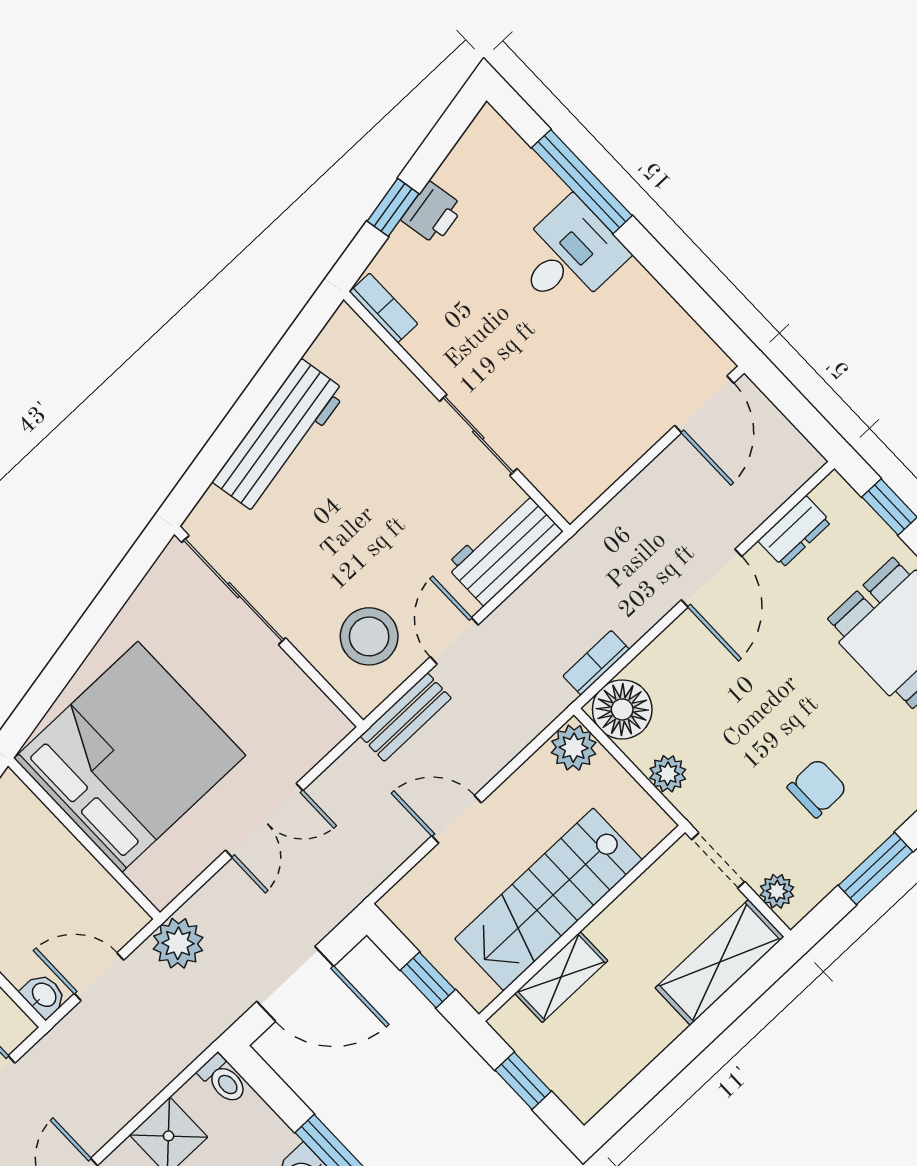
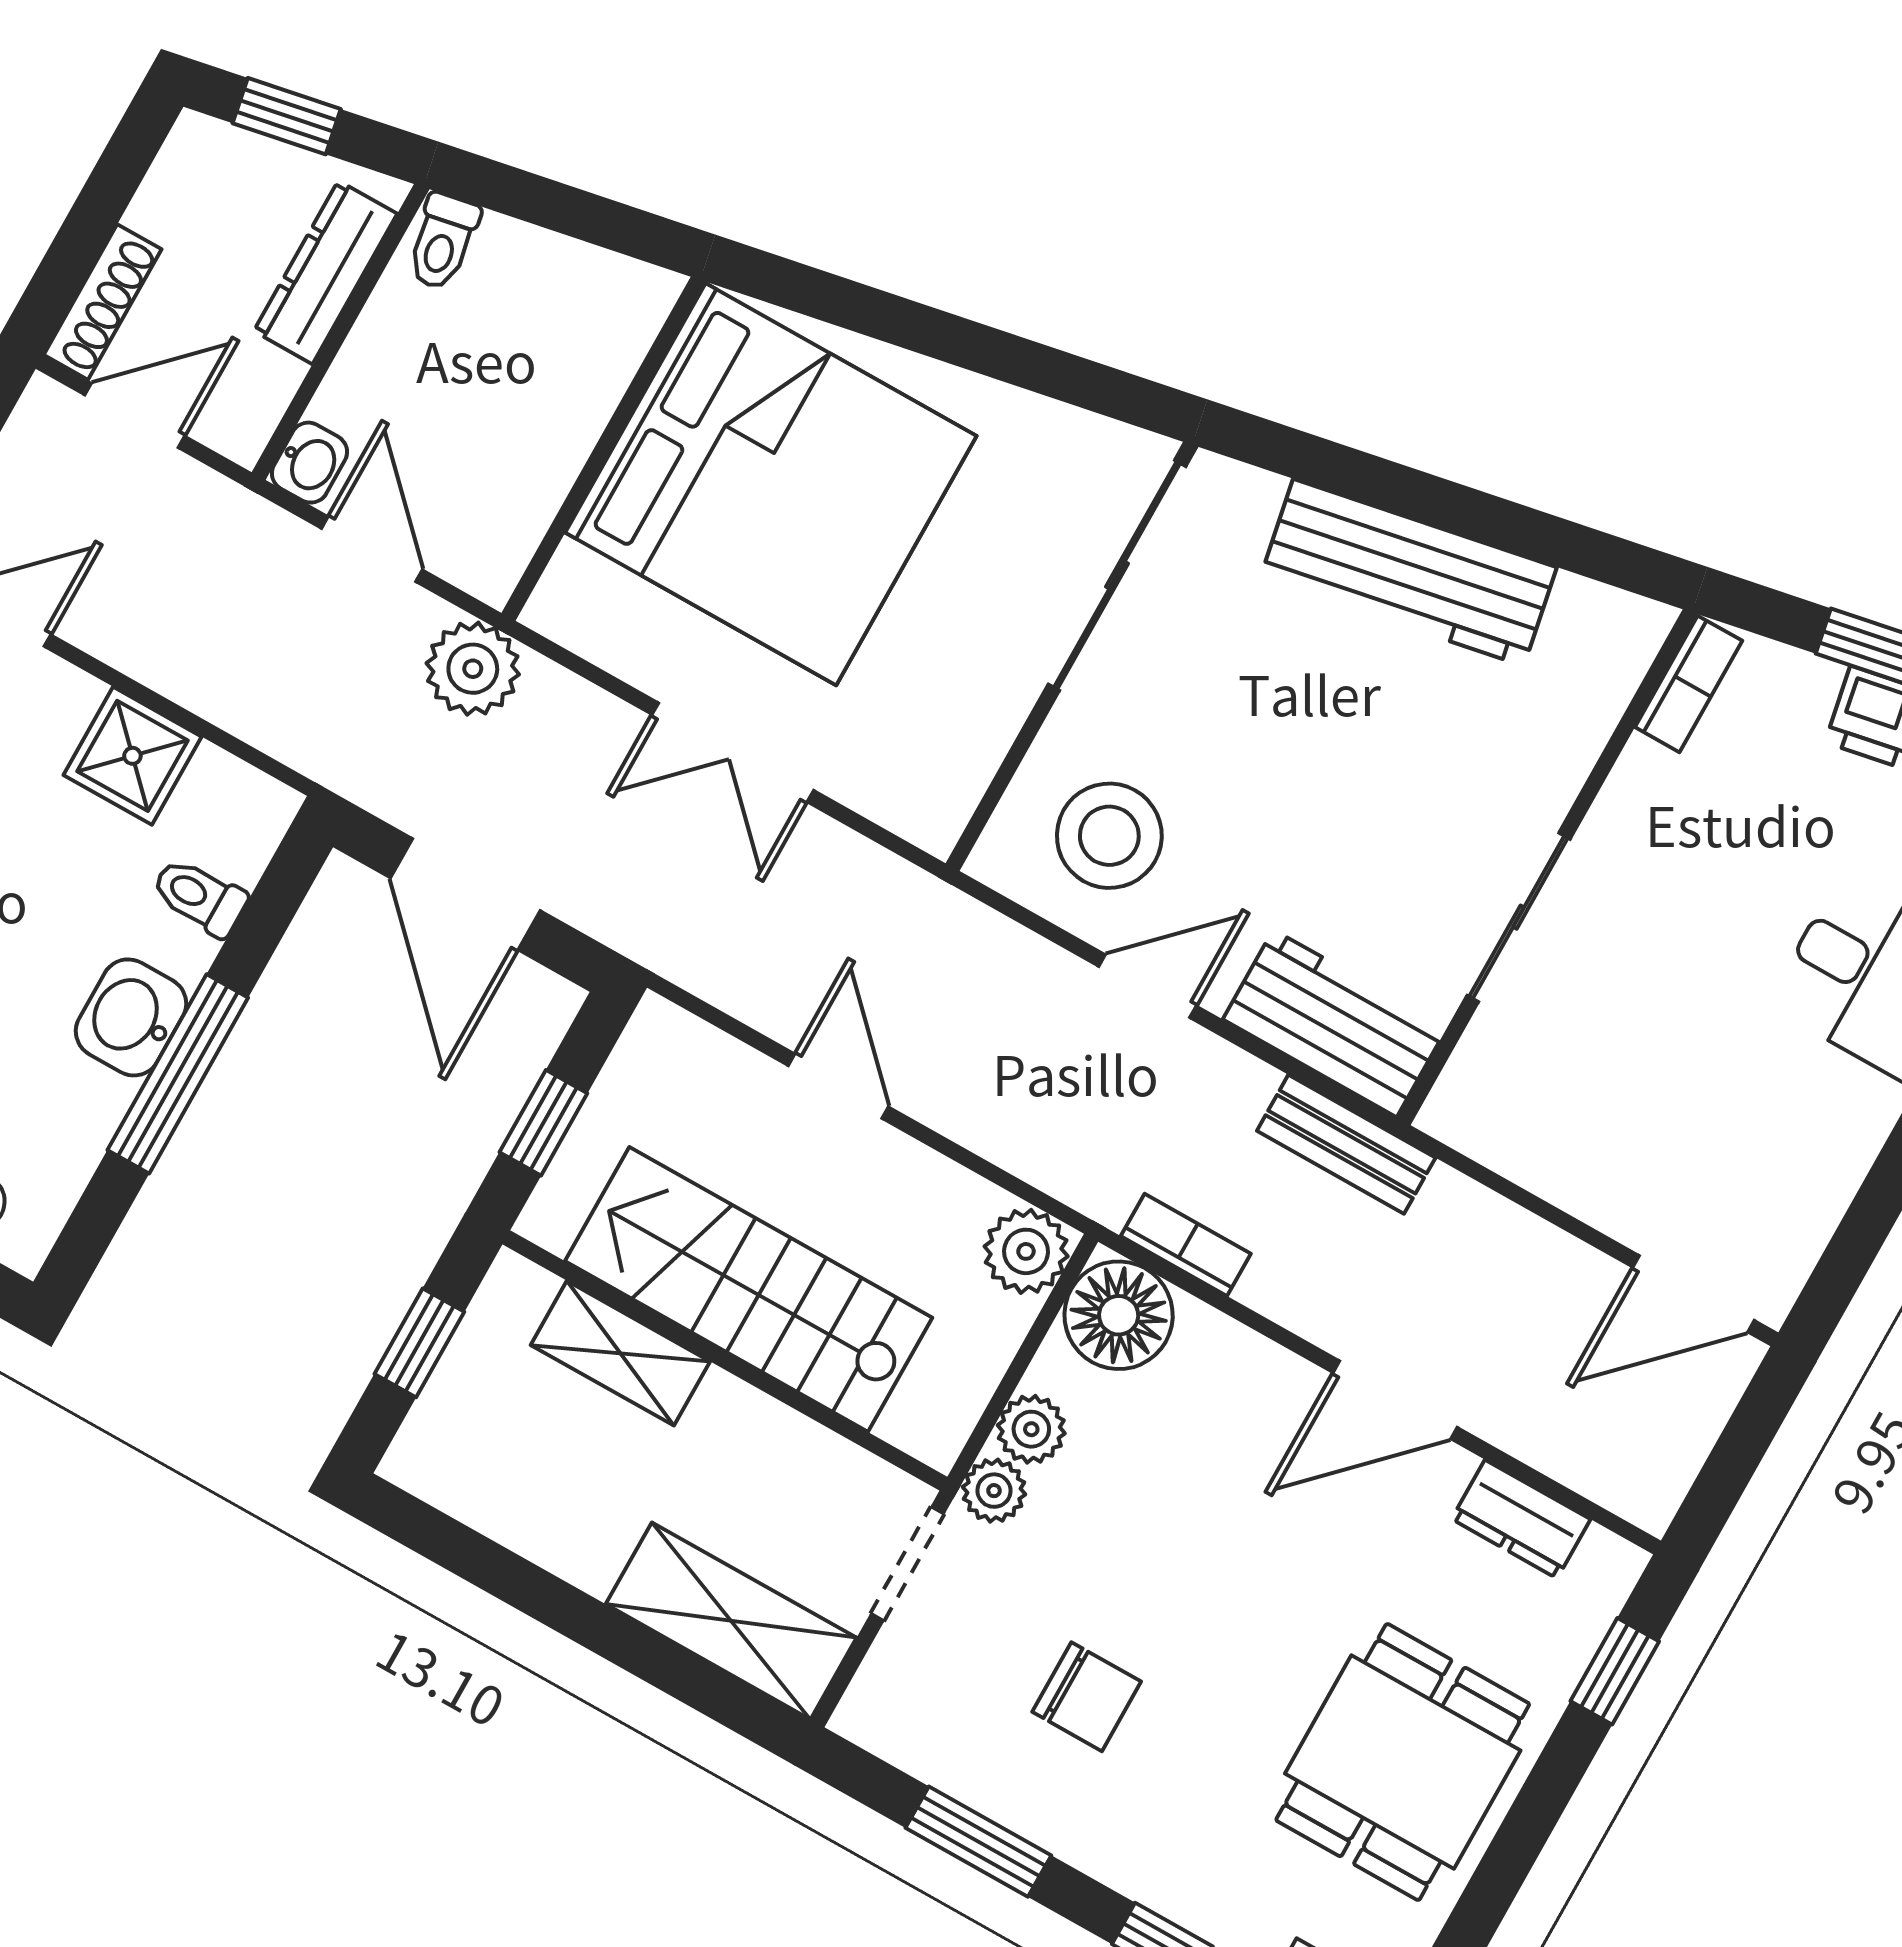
bench: (406, 717) -> (1346, 1144), moved
plant: (777, 891) -> (994, 1491), moved
toilet: (223, 1080) -> (199, 897), moved, turned 90

